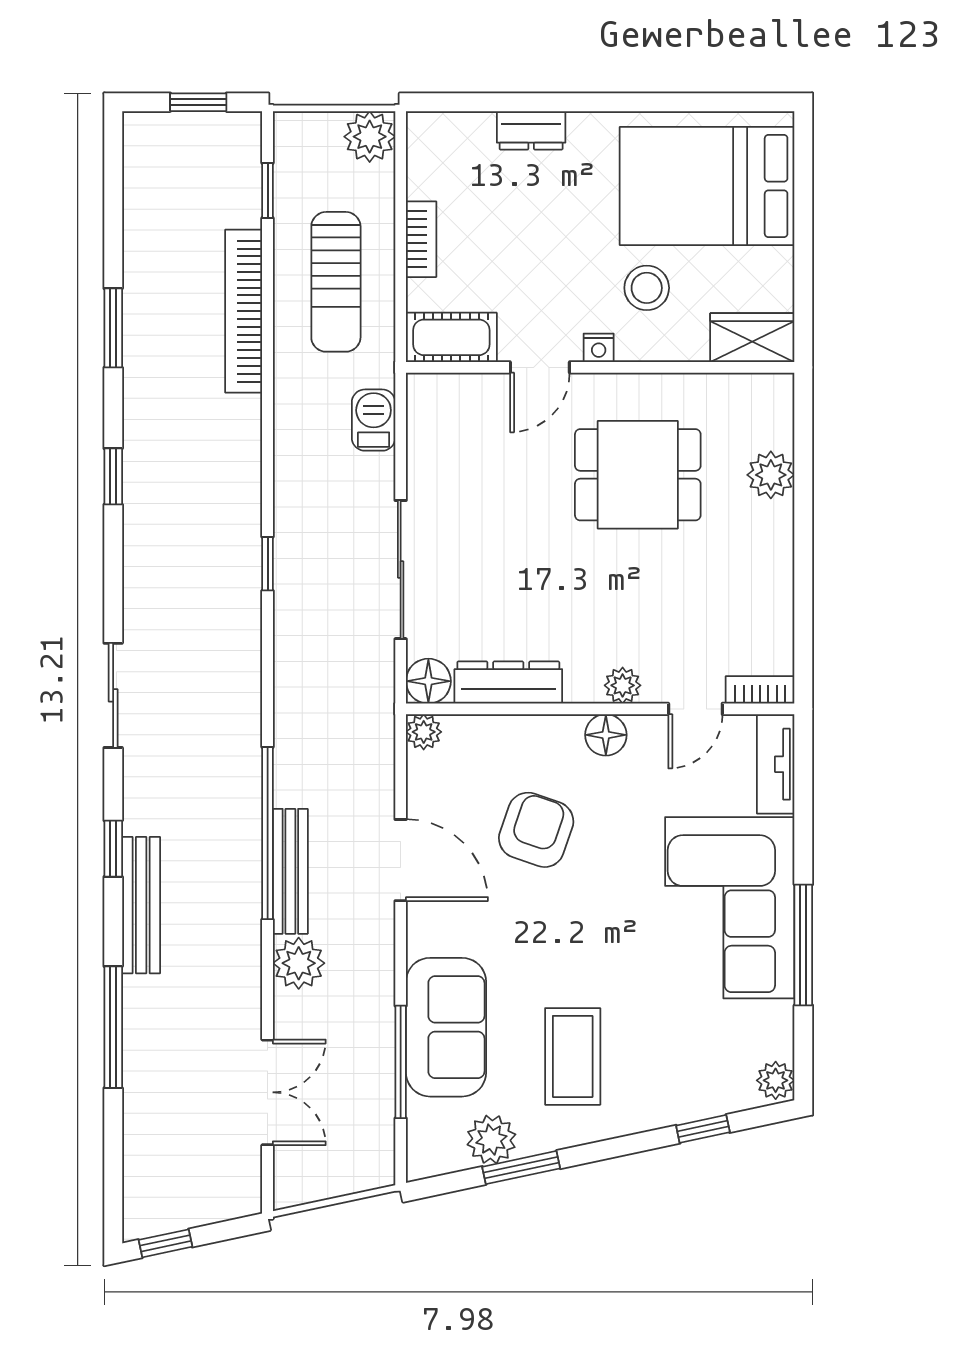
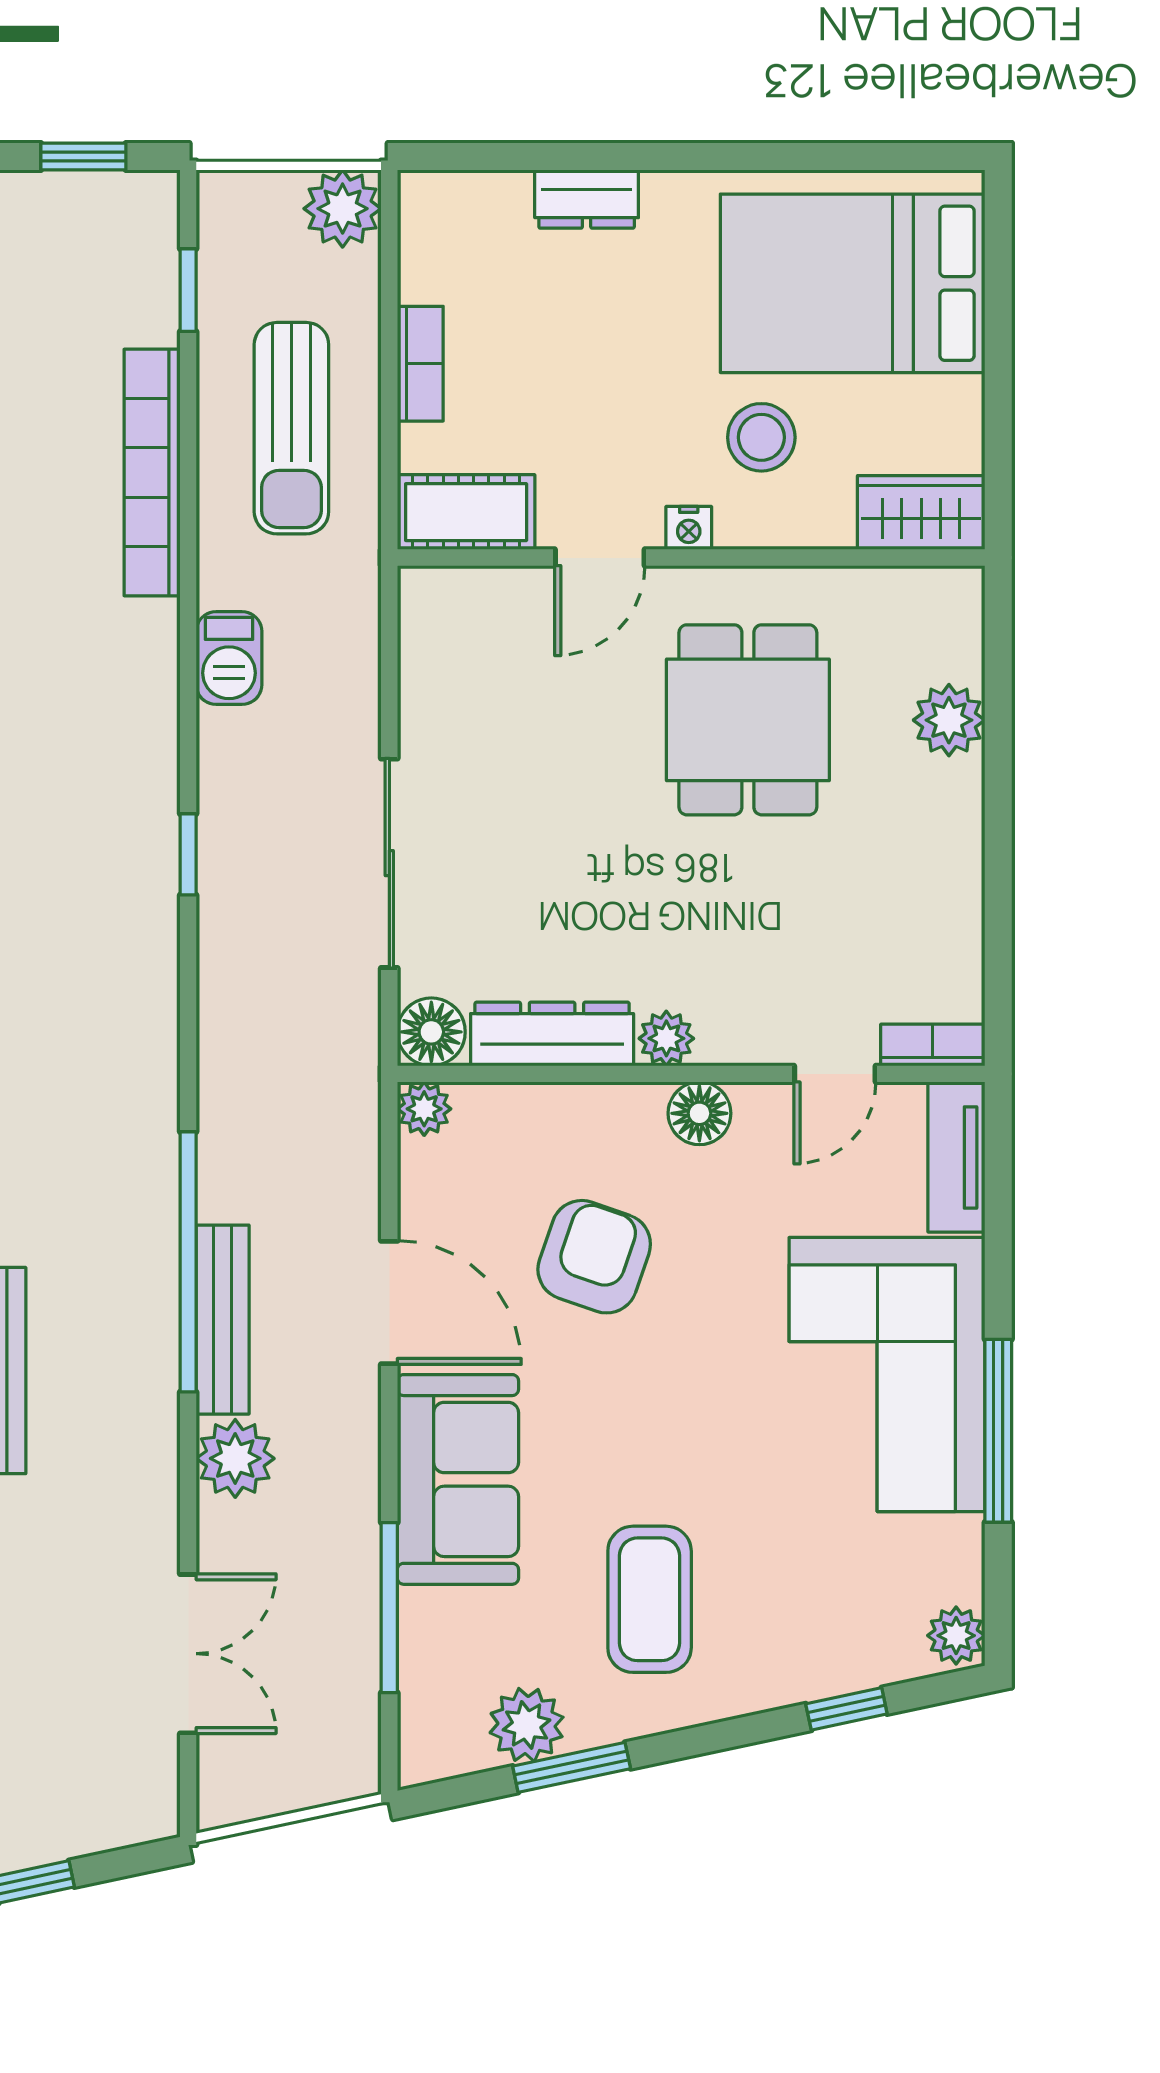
barbecue: (374, 420) -> (229, 658), moved, turned 180
dining table: (638, 475) -> (748, 720), turned 90
plant: (623, 685) -> (666, 1038), moved
sofa: (446, 1027) -> (458, 1479), moved

